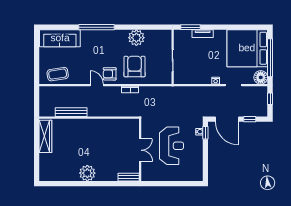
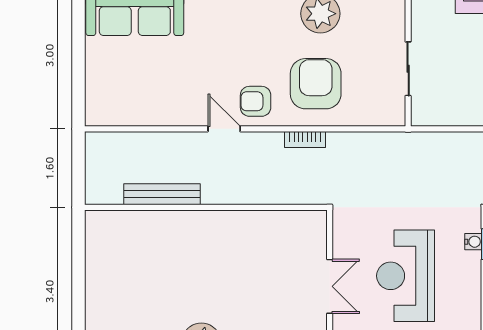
coffee table: (58, 74) -> (129, 102), removed
wardrobe: (45, 136) -> (100, 253), removed
reception desk: (172, 146) -> (406, 276), turned 180

